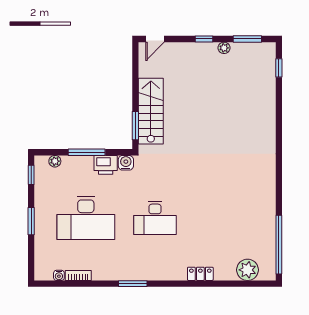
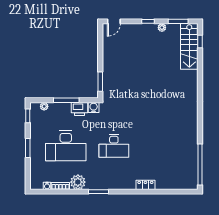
stairs: (151, 111) -> (189, 46), moved, turned 180
plant: (247, 270) -> (78, 182), moved

